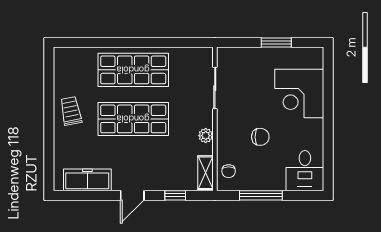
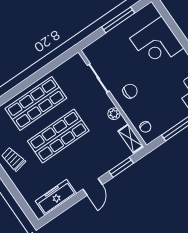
window: (276, 43) -> (118, 20), width x1.44
chair: (260, 137) -> (130, 91), moved
window: (175, 195) -> (121, 167), width x1.50

